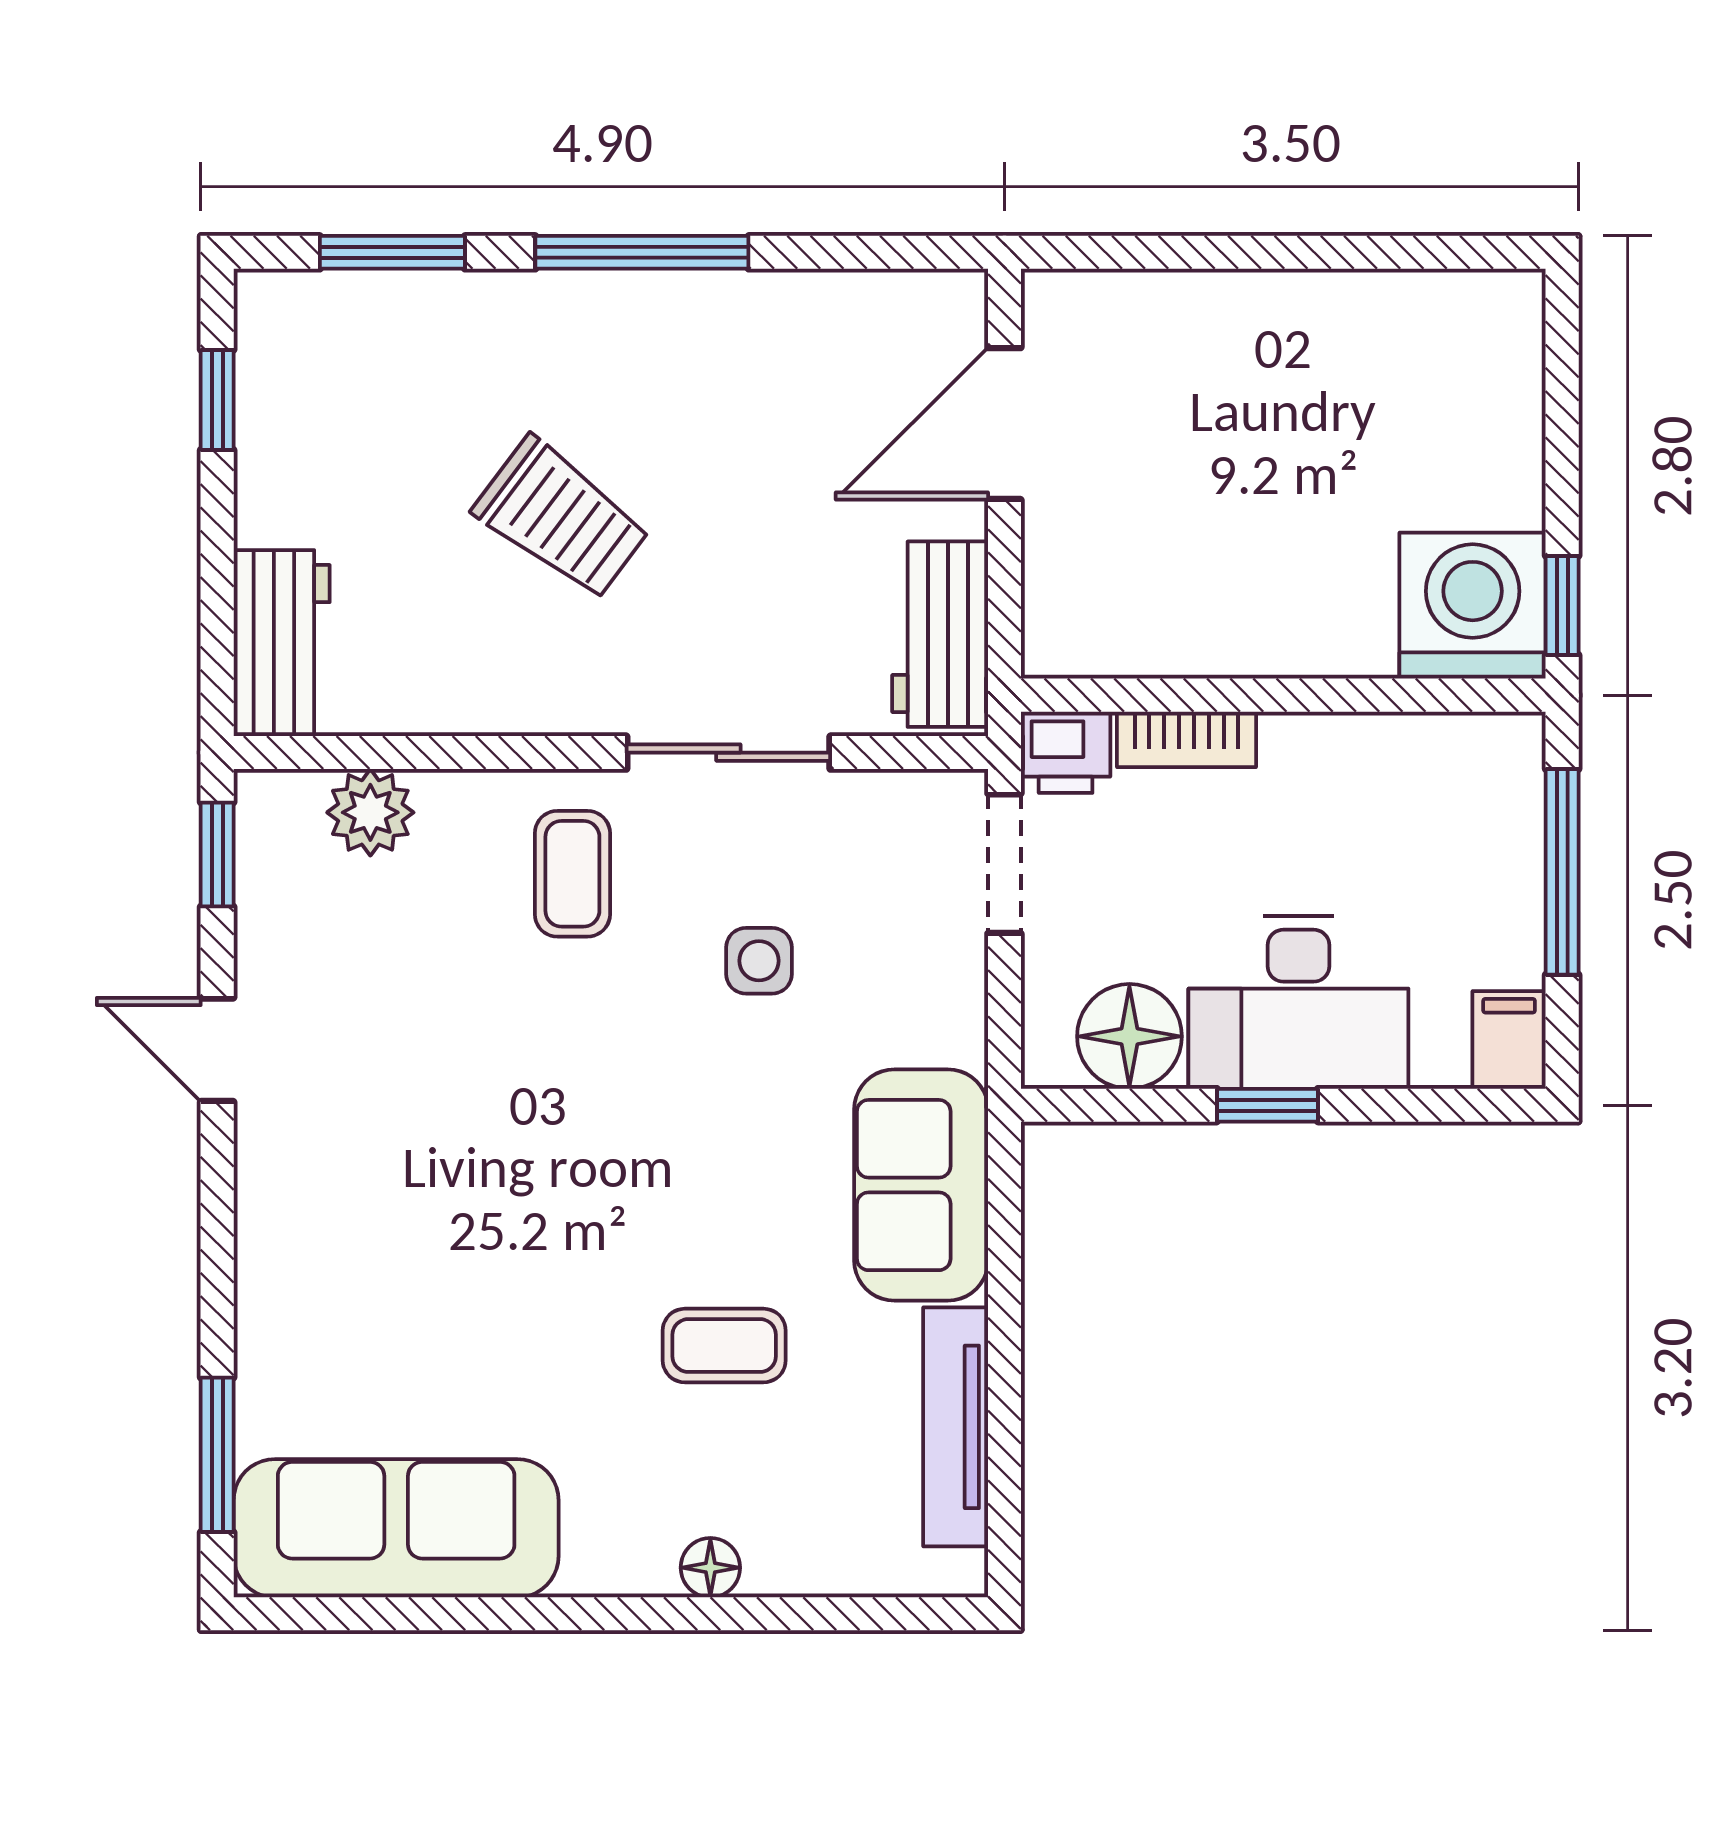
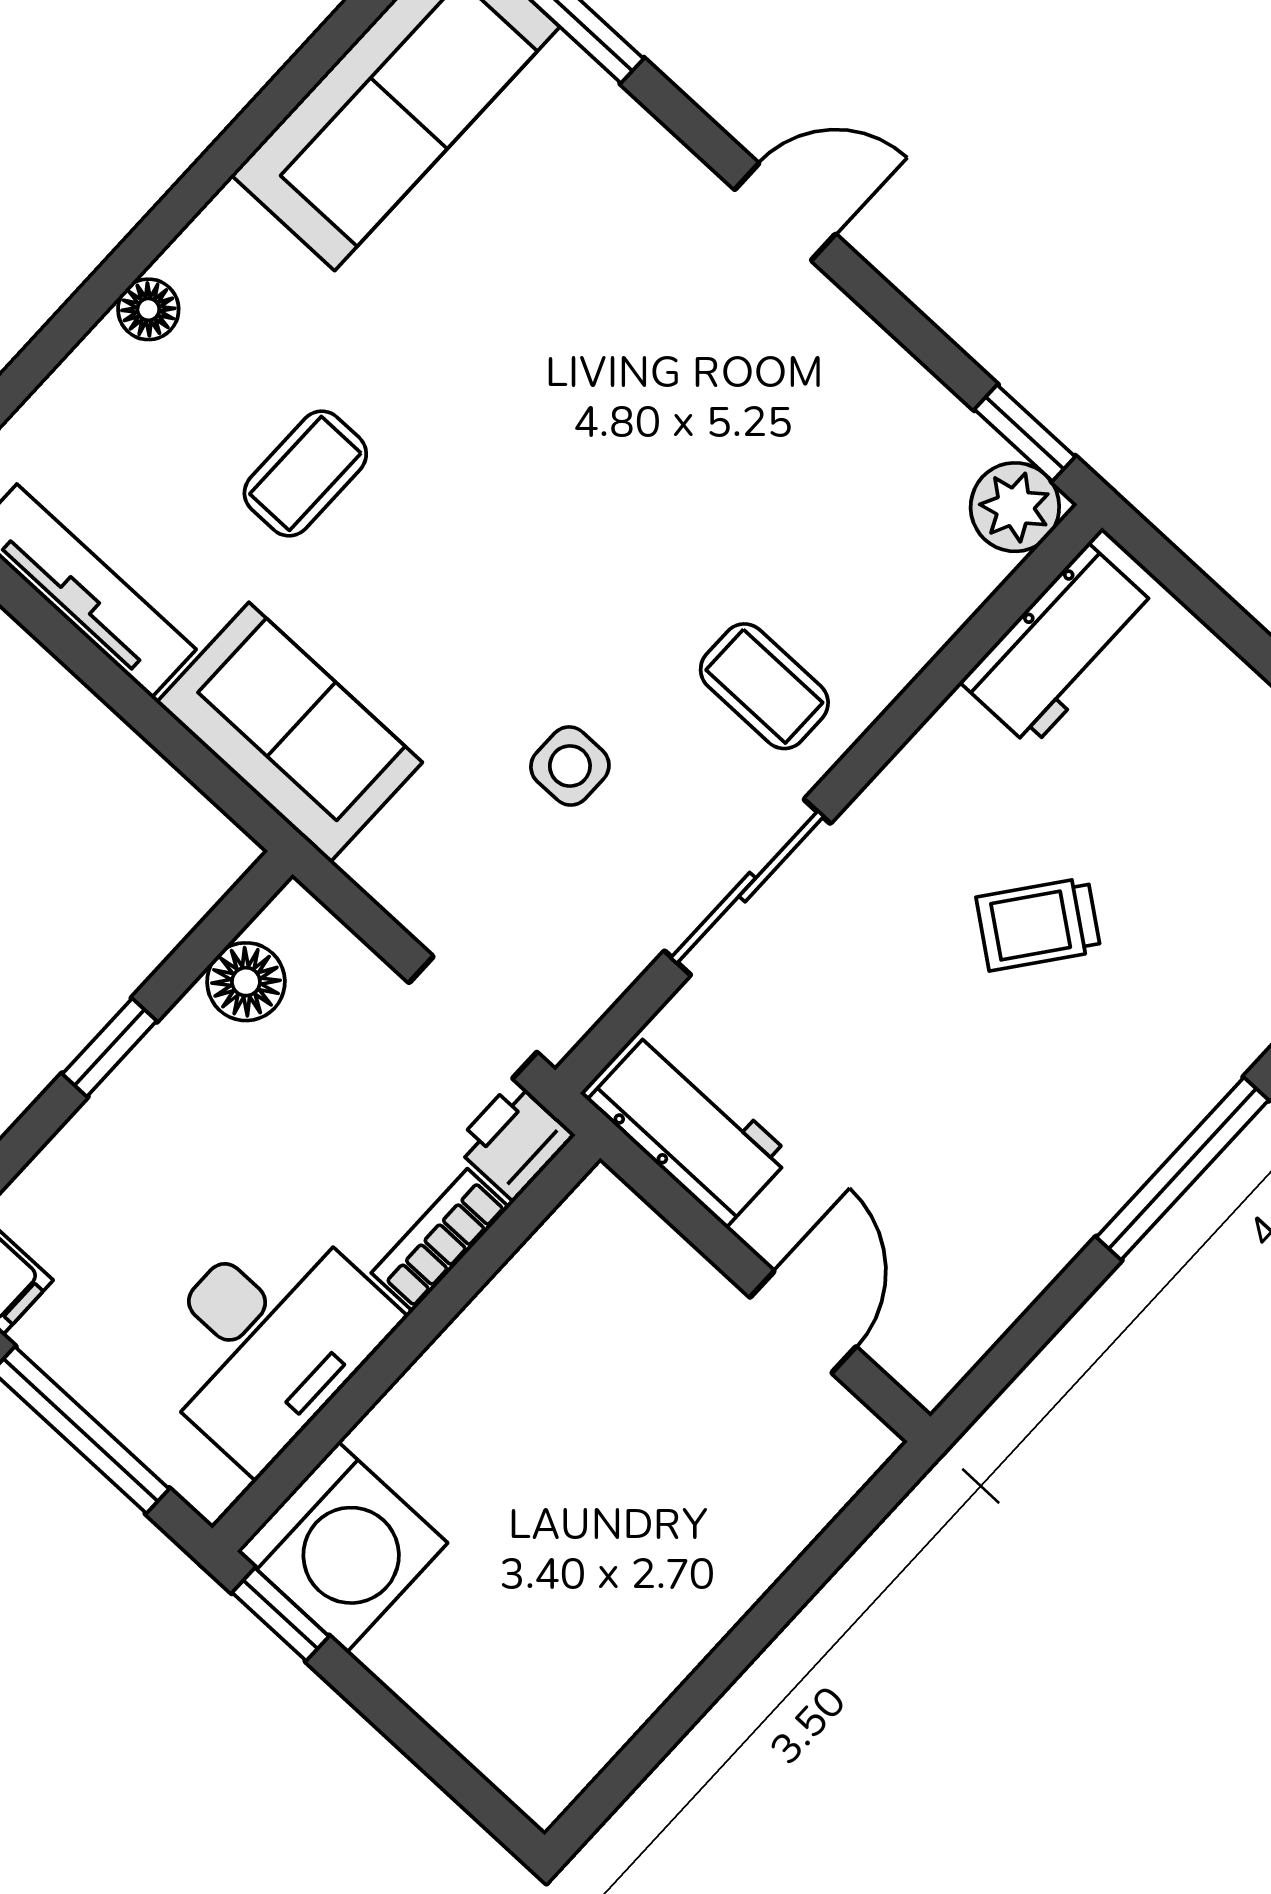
door: (1004, 424) -> (803, 1322), width x0.73
trolley: (562, 518) -> (1038, 924), width x0.73, depth x0.72
workbench: (282, 643) -> (1060, 646), moved, turned -90
plant: (370, 812) -> (1015, 507), moved
desk: (1298, 1002) -> (267, 1339), moved, turned 180
floor lamp: (1129, 1036) -> (246, 982), width x0.73, depth x0.73
door: (217, 1050) -> (785, 212), moved

